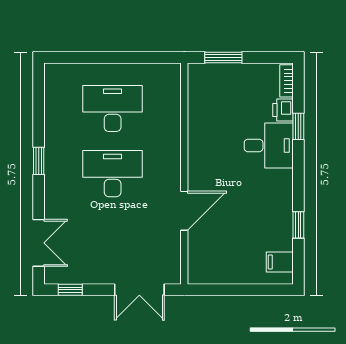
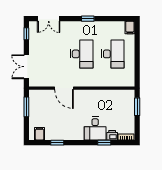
filing cabinet: (57, 73) -> (130, 28), added
window: (223, 290) -> (26, 107), added

